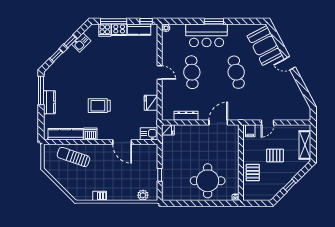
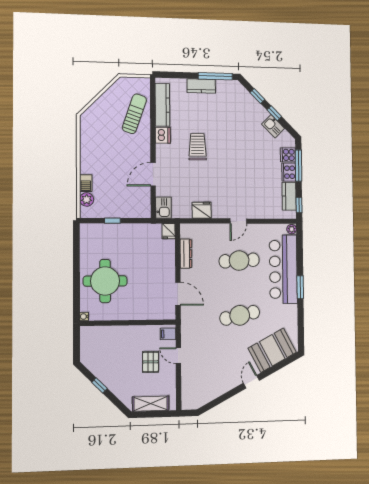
bar counter: (207, 35) -> (283, 269), width x1.36
pallet: (275, 156) -> (150, 362), moved
pallet: (253, 173) -> (116, 338), removed
barbecue: (100, 196) -> (86, 183), moved

